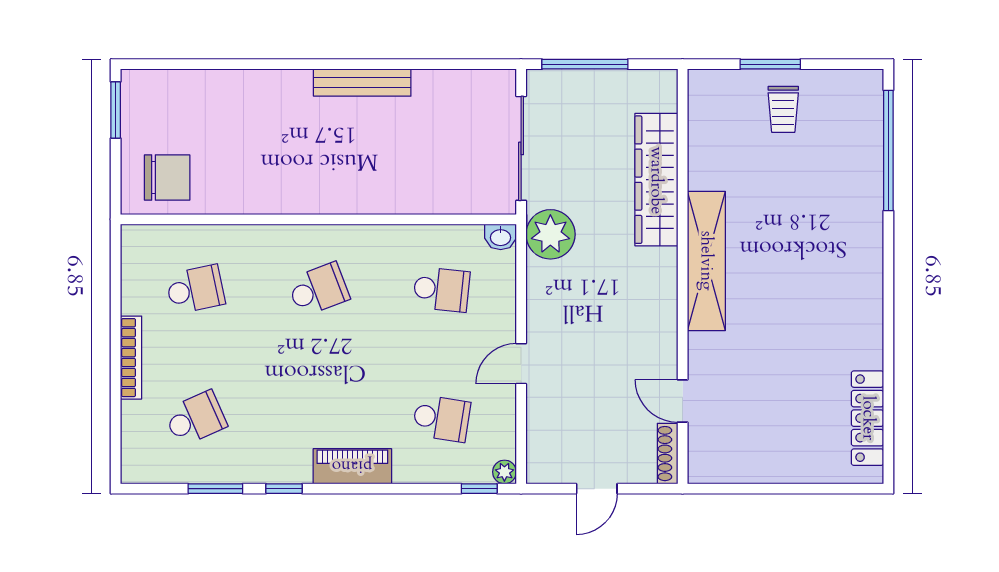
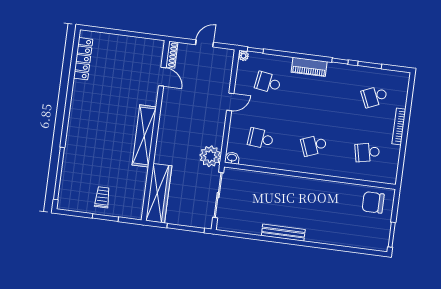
wardrobe: (656, 180) -> (159, 193), moved

